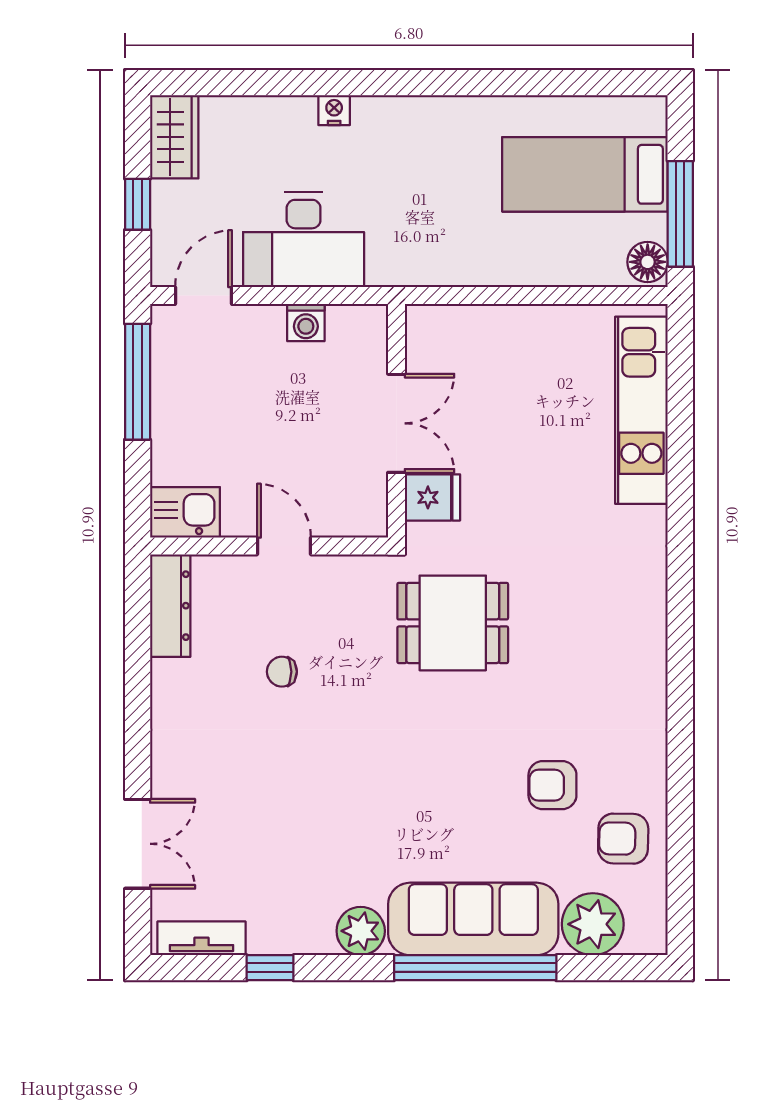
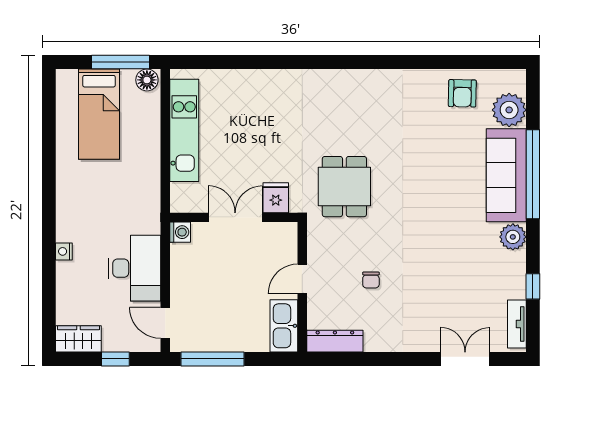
washing machine: (306, 323) -> (180, 232), moved
kitchen unit: (641, 410) -> (184, 130), moved, turned -90
kitchen sink: (185, 512) -> (284, 326), width x1.38
armchair: (552, 785) -> (433, 132), removed

